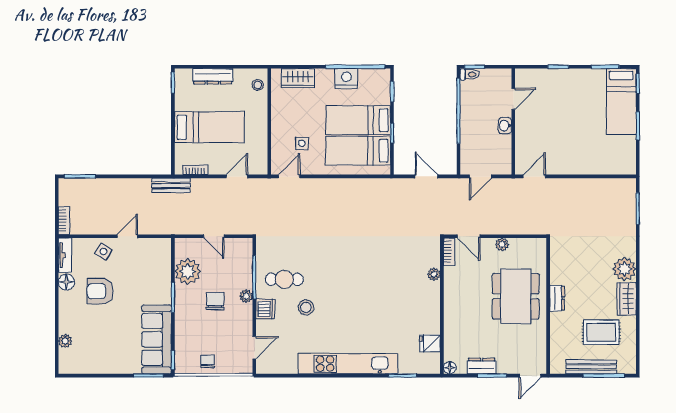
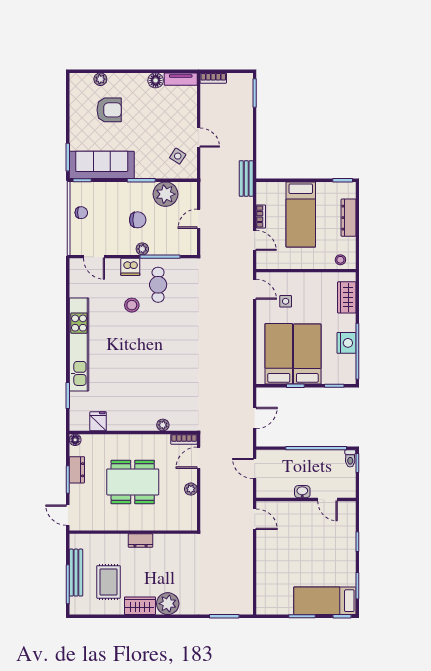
bookcase: (195, 170) -> (261, 216), moved
side table: (104, 252) -> (178, 156), moved
armchair: (100, 291) -> (109, 110), moved, turned 90
dining table: (516, 296) -> (133, 482), moved

